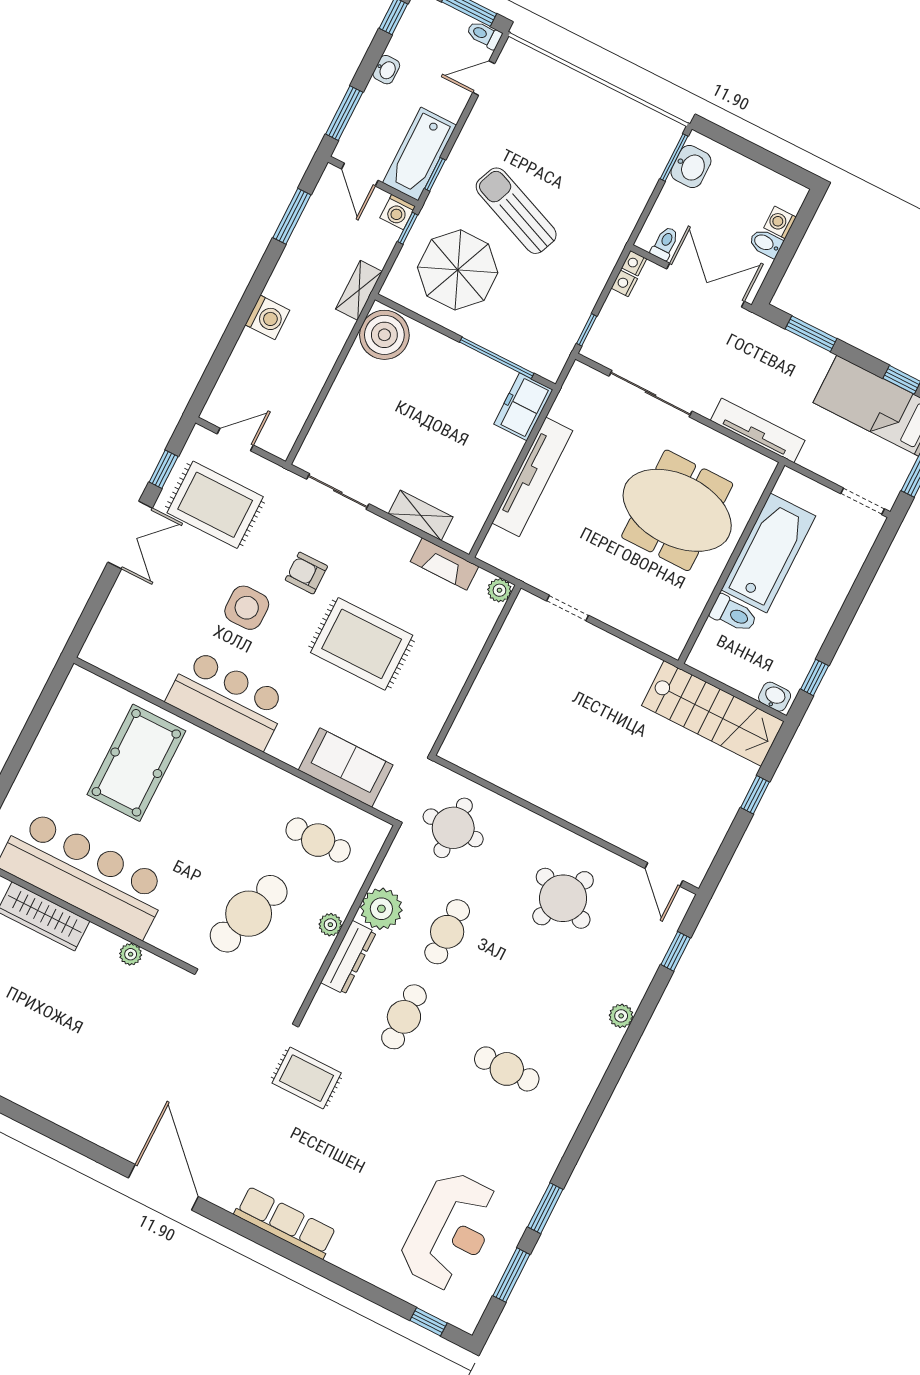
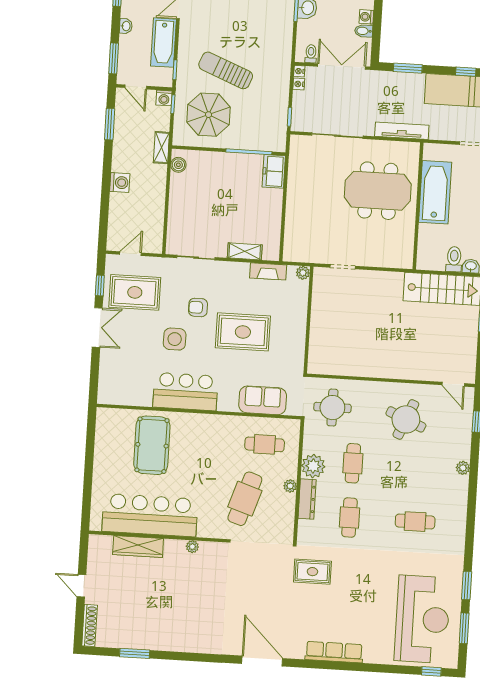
bathtub: (419, 154) -> (164, 43), moved
boiler: (384, 335) -> (178, 165), width x0.54, depth x0.54
tv unit: (532, 477) -> (294, 206), removed
toilet: (734, 614) -> (454, 259), moved, turned -90
reception desk: (450, 1231) -> (422, 619), width x1.36, depth x1.30

